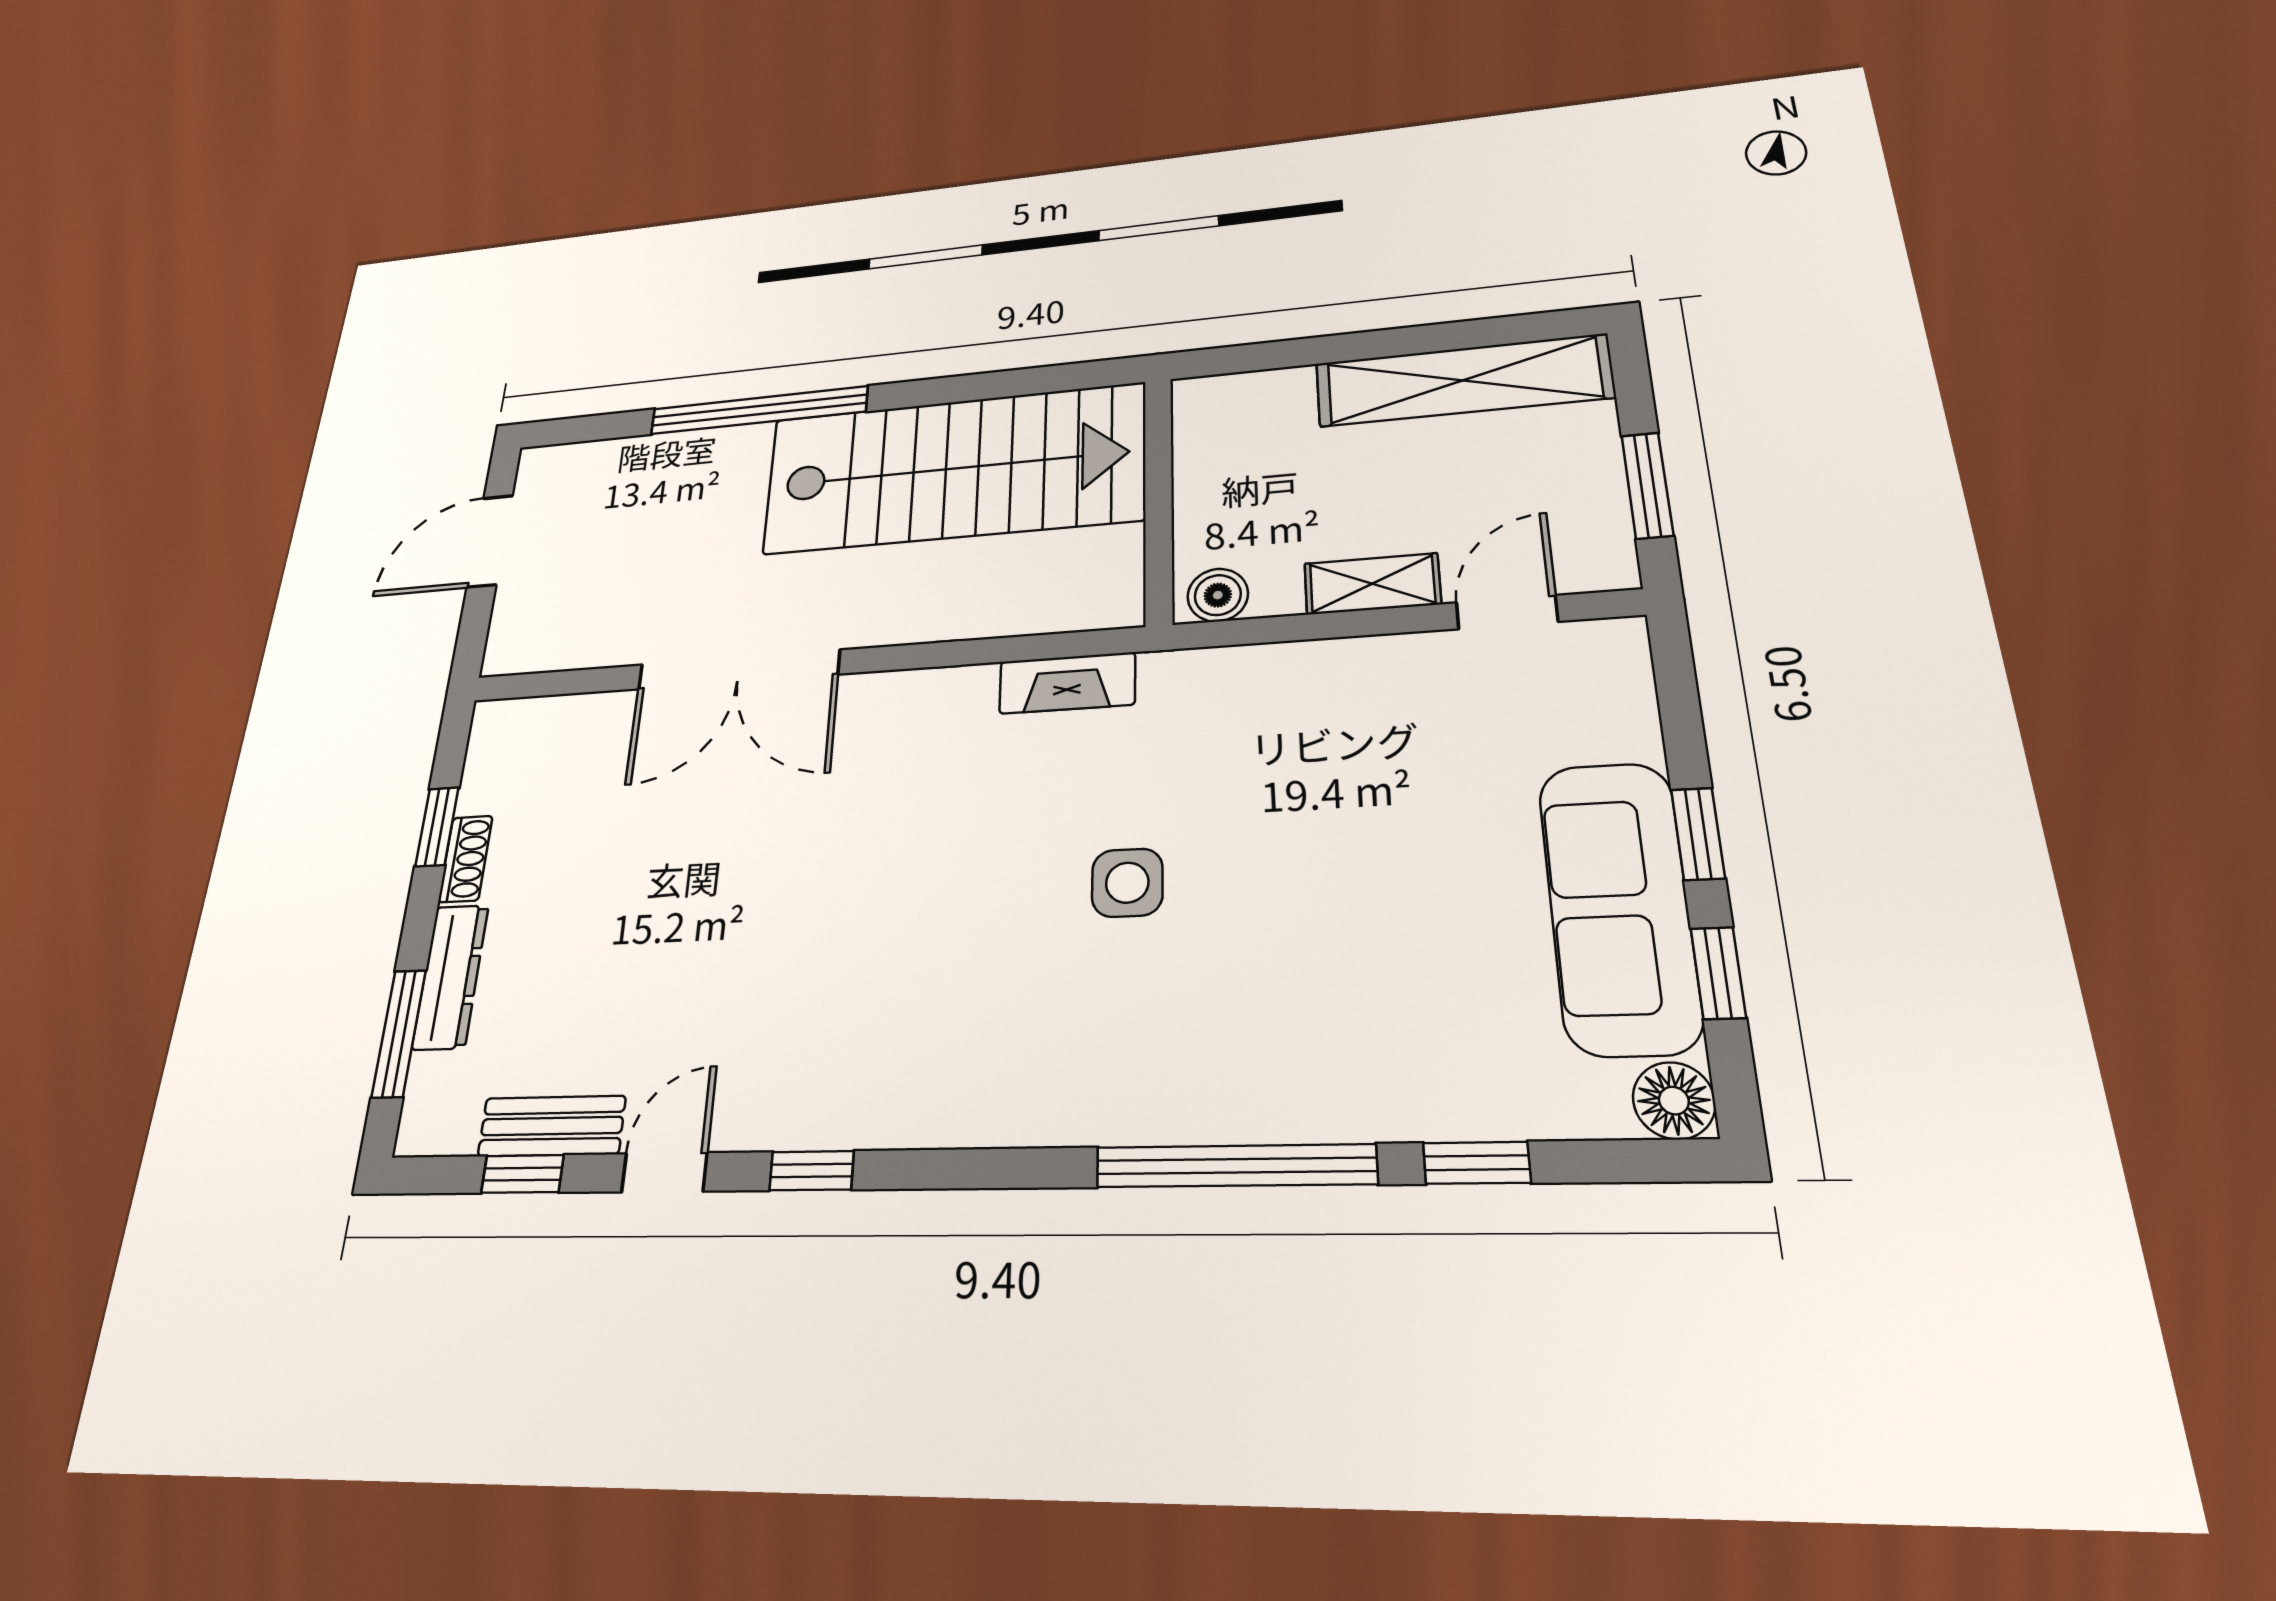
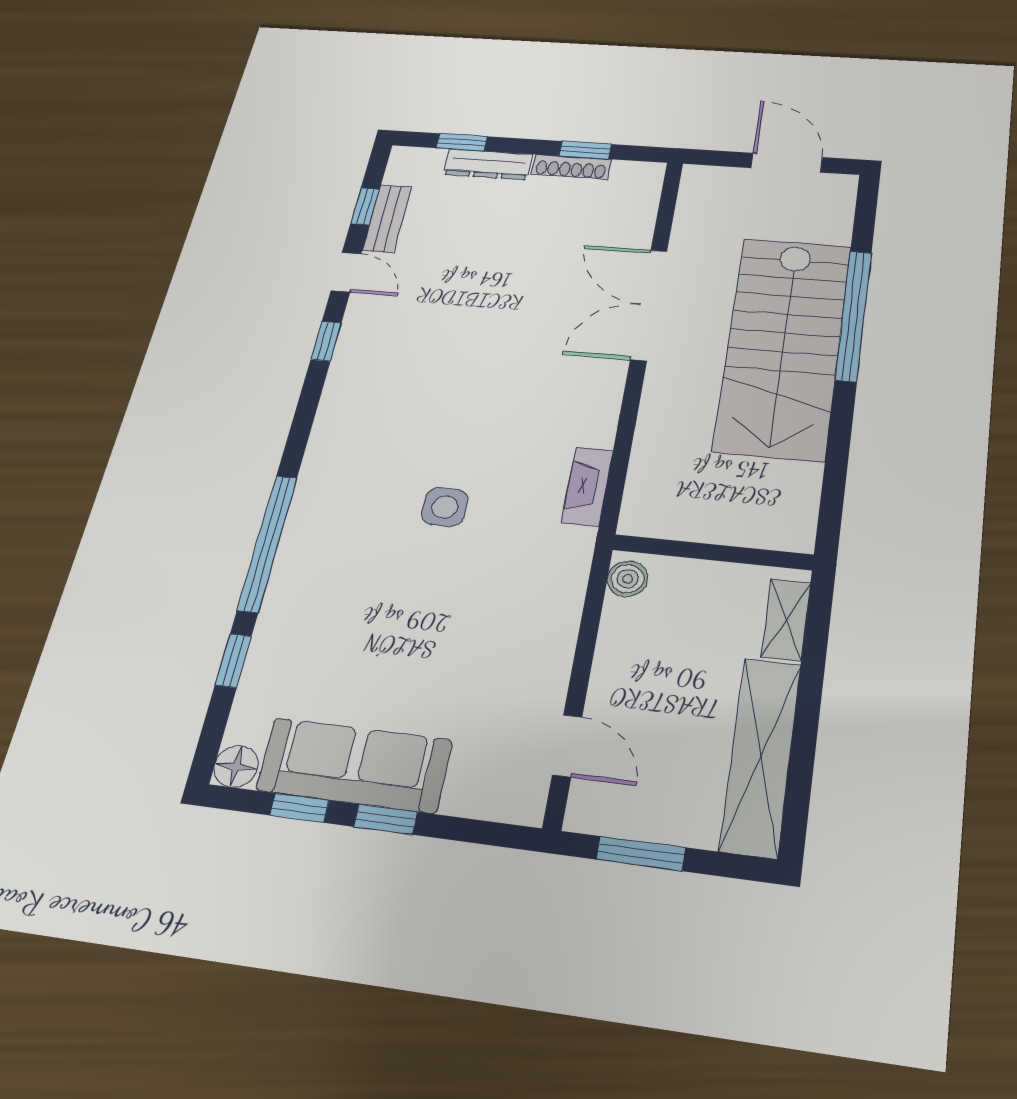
stairs: (953, 469) -> (783, 346), moved
shelving: (1372, 584) -> (786, 620), moved
shoe rack: (466, 859) -> (571, 167), width x1.43
window: (399, 1033) -> (462, 142), width x0.67

